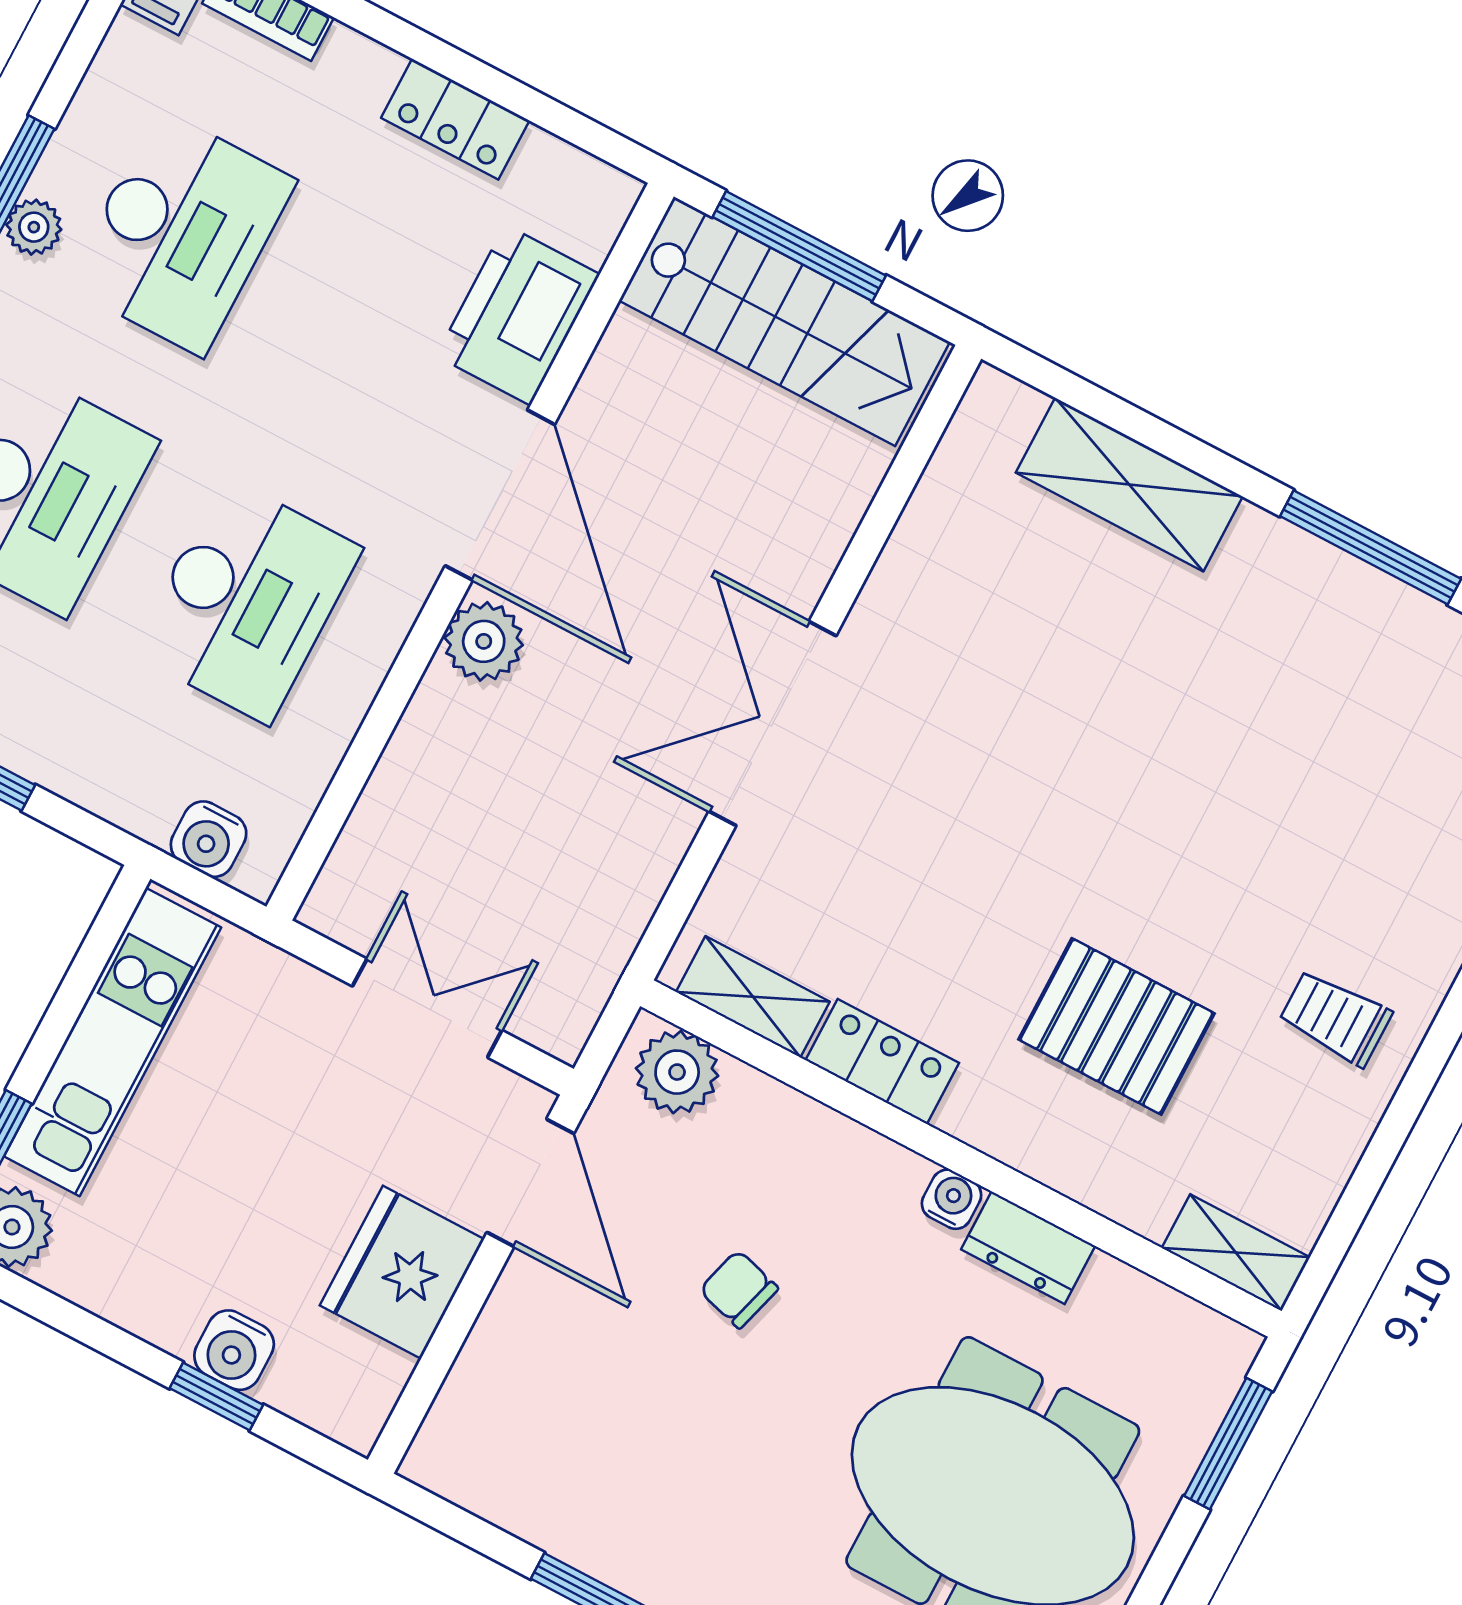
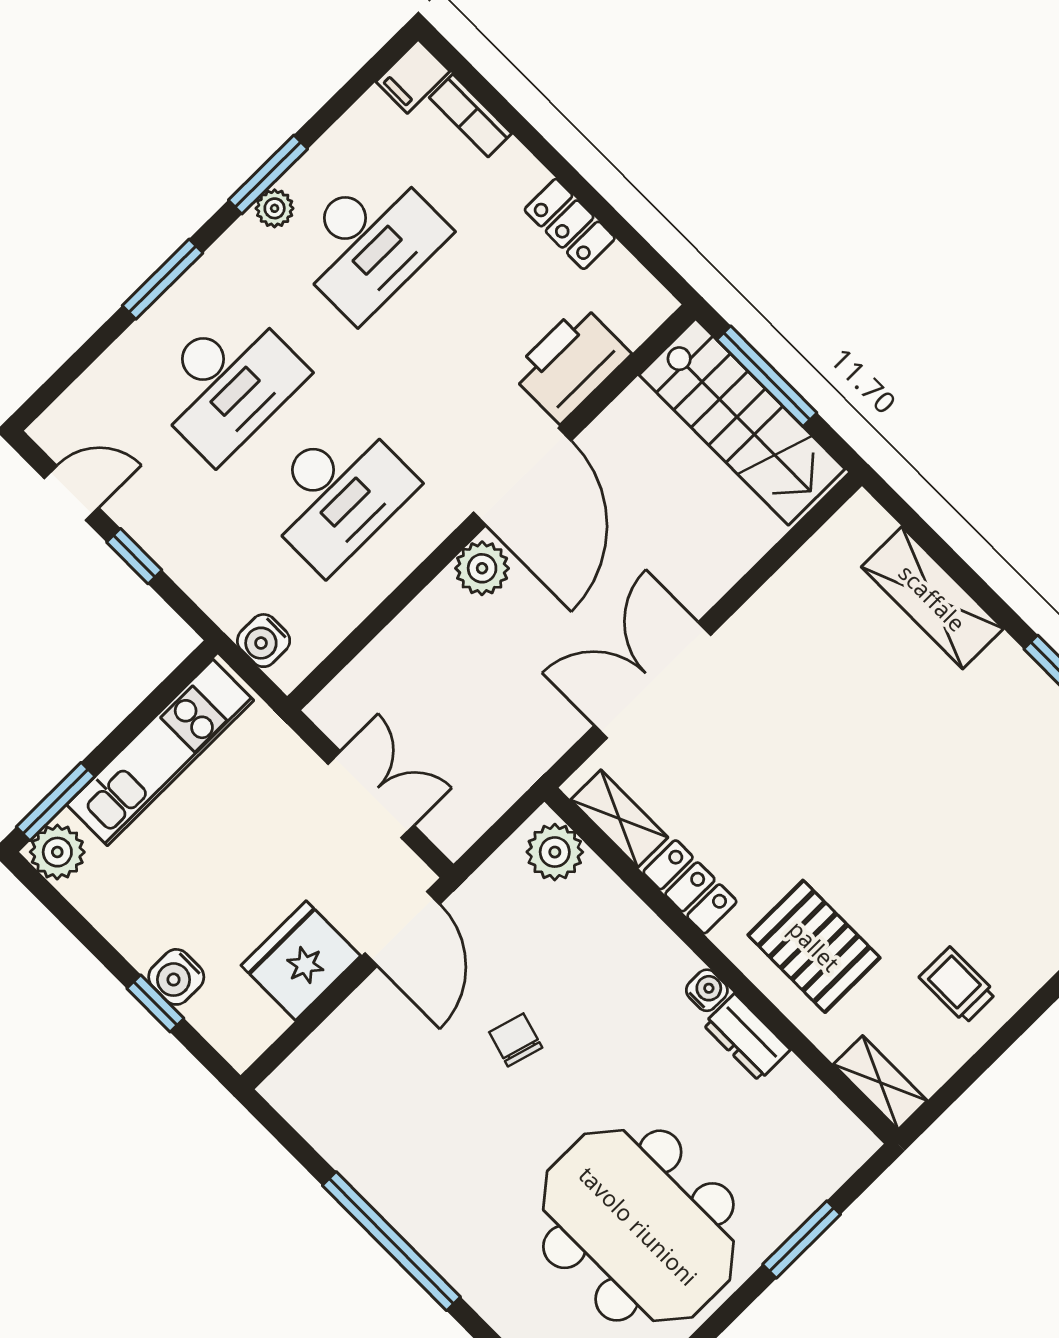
shelving: (753, 997) -> (619, 819), moved
locker: (882, 1061) -> (690, 887), moved
plant: (677, 1072) -> (555, 852), moved
wall: (961, 1158) -> (721, 966), moved
water cooler: (951, 1199) -> (707, 990), moved
dresser: (1028, 1248) -> (747, 1037), moved
shelving: (1236, 1253) -> (880, 1083), moved

